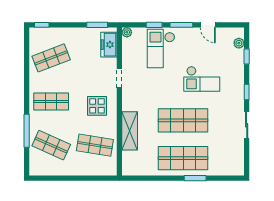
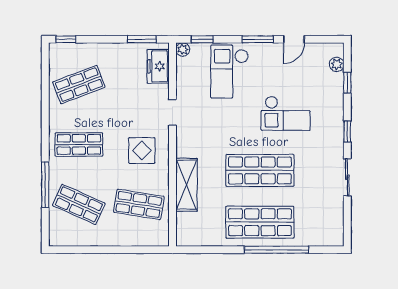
window: (154, 25) -> (202, 39), moved
door: (208, 25) -> (294, 39), hinge flipped
window: (195, 178) -> (277, 250), width x2.11

